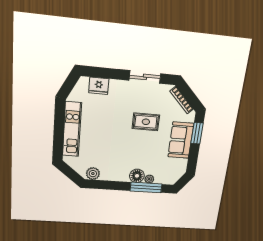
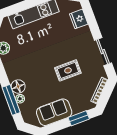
rug: (146, 122) -> (68, 70), turned 90
sofa: (181, 140) -> (54, 112), moved

